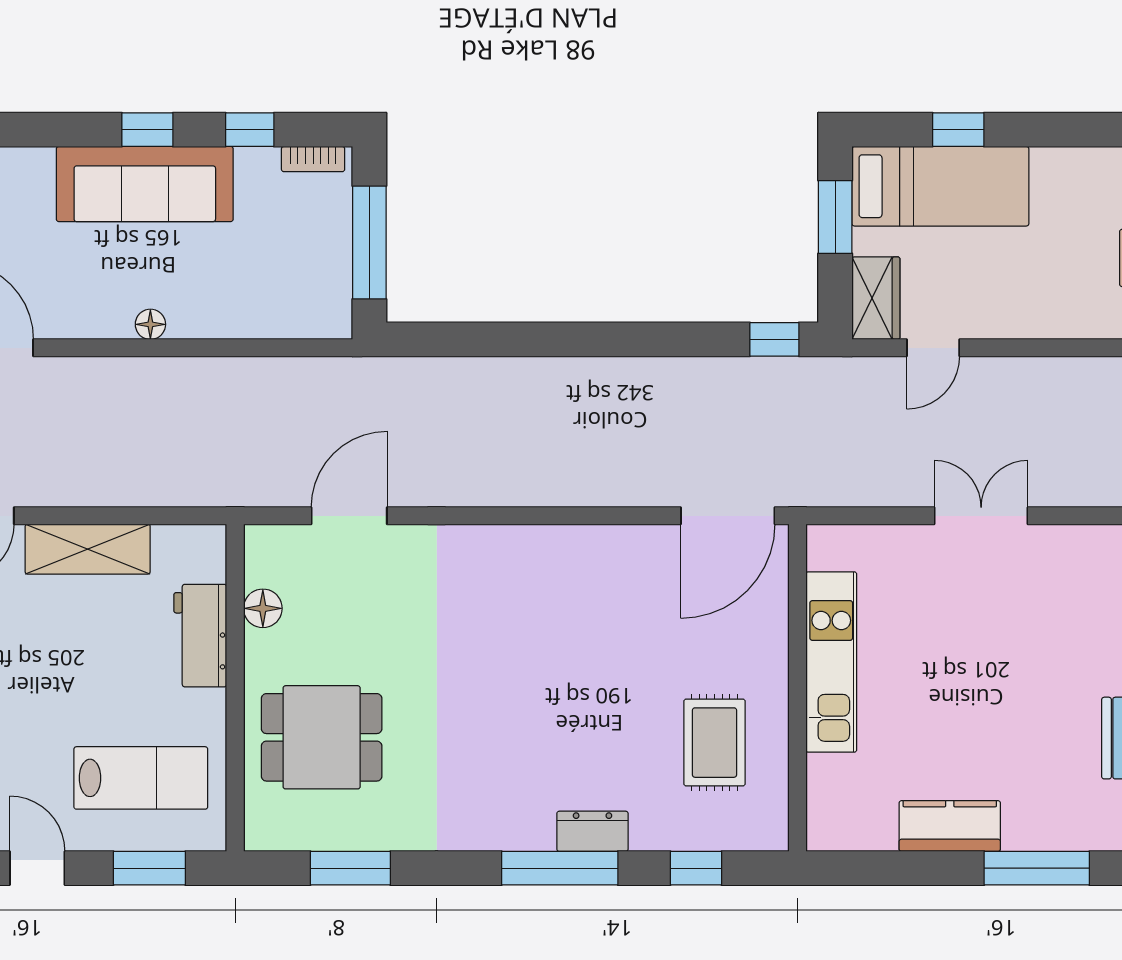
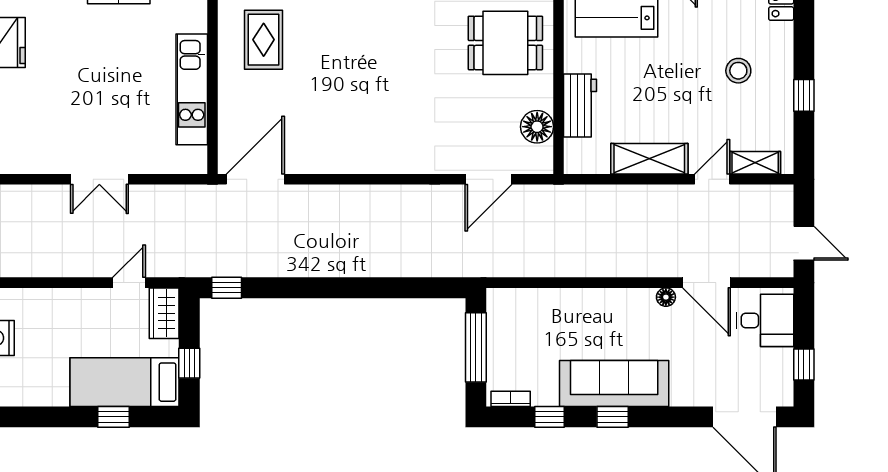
window: (835, 217) -> (189, 363), width x0.67
floor lamp: (150, 324) -> (666, 297), moved
floor lamp: (263, 608) -> (537, 127), width x1.38, depth x1.38

